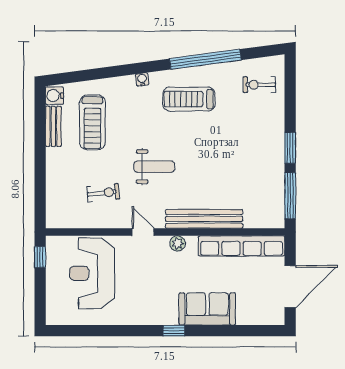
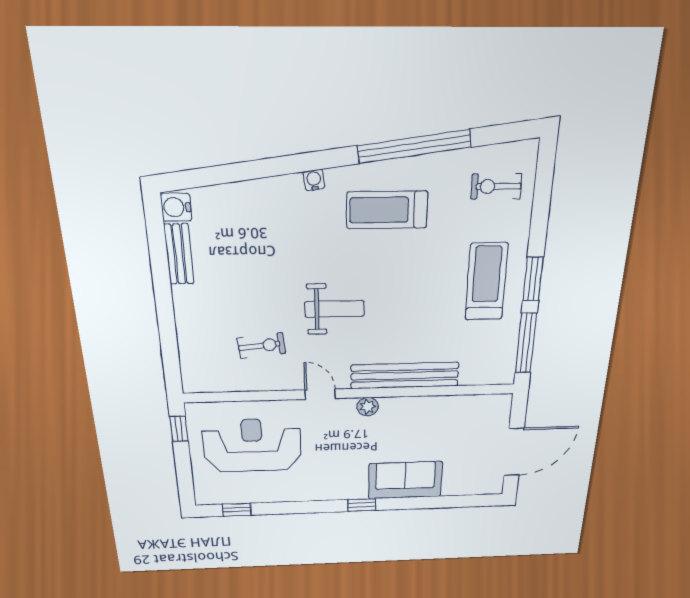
treadmill: (92, 122) -> (486, 282), moved, turned 180
row of seats: (242, 246) -> (454, 407), removed
reception desk: (92, 273) -> (252, 445), turned 90
window: (77, 331) -> (237, 510), added

